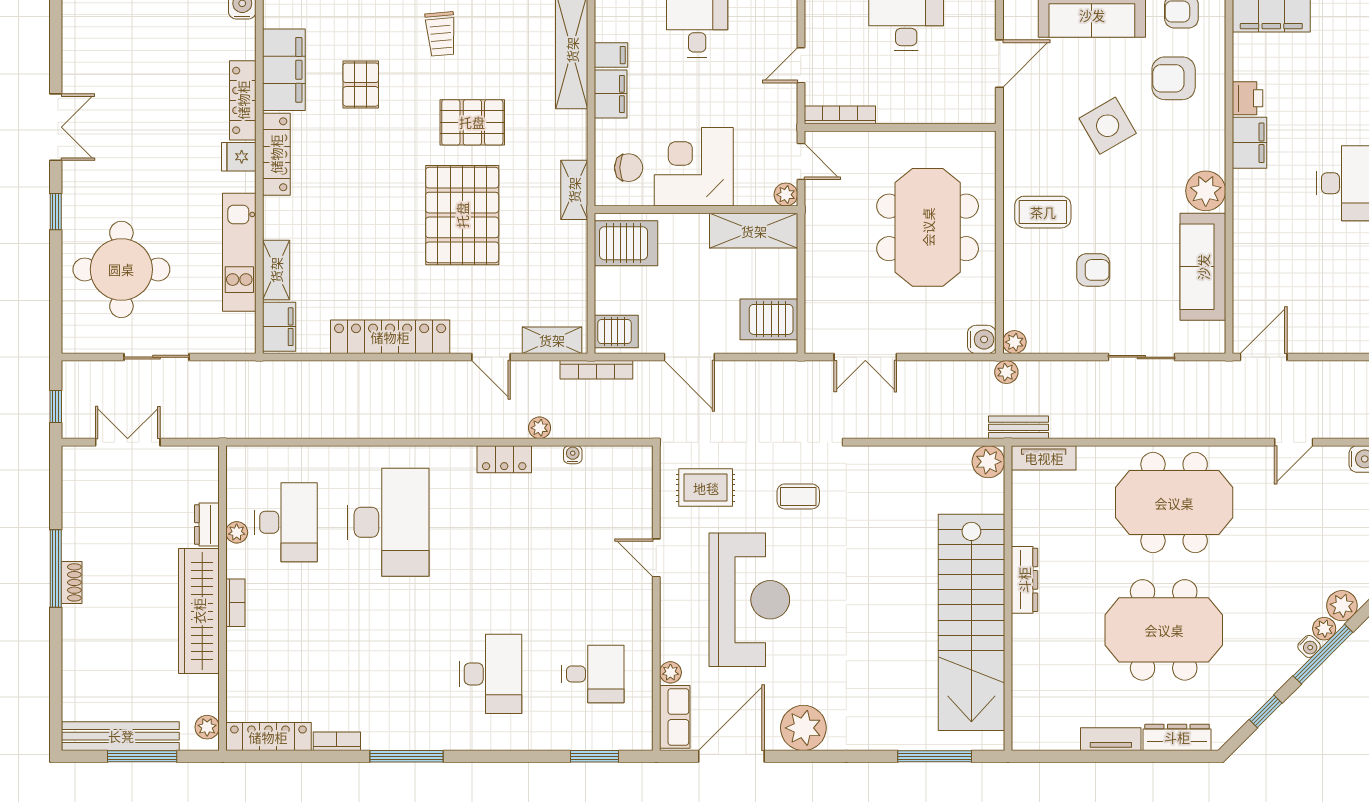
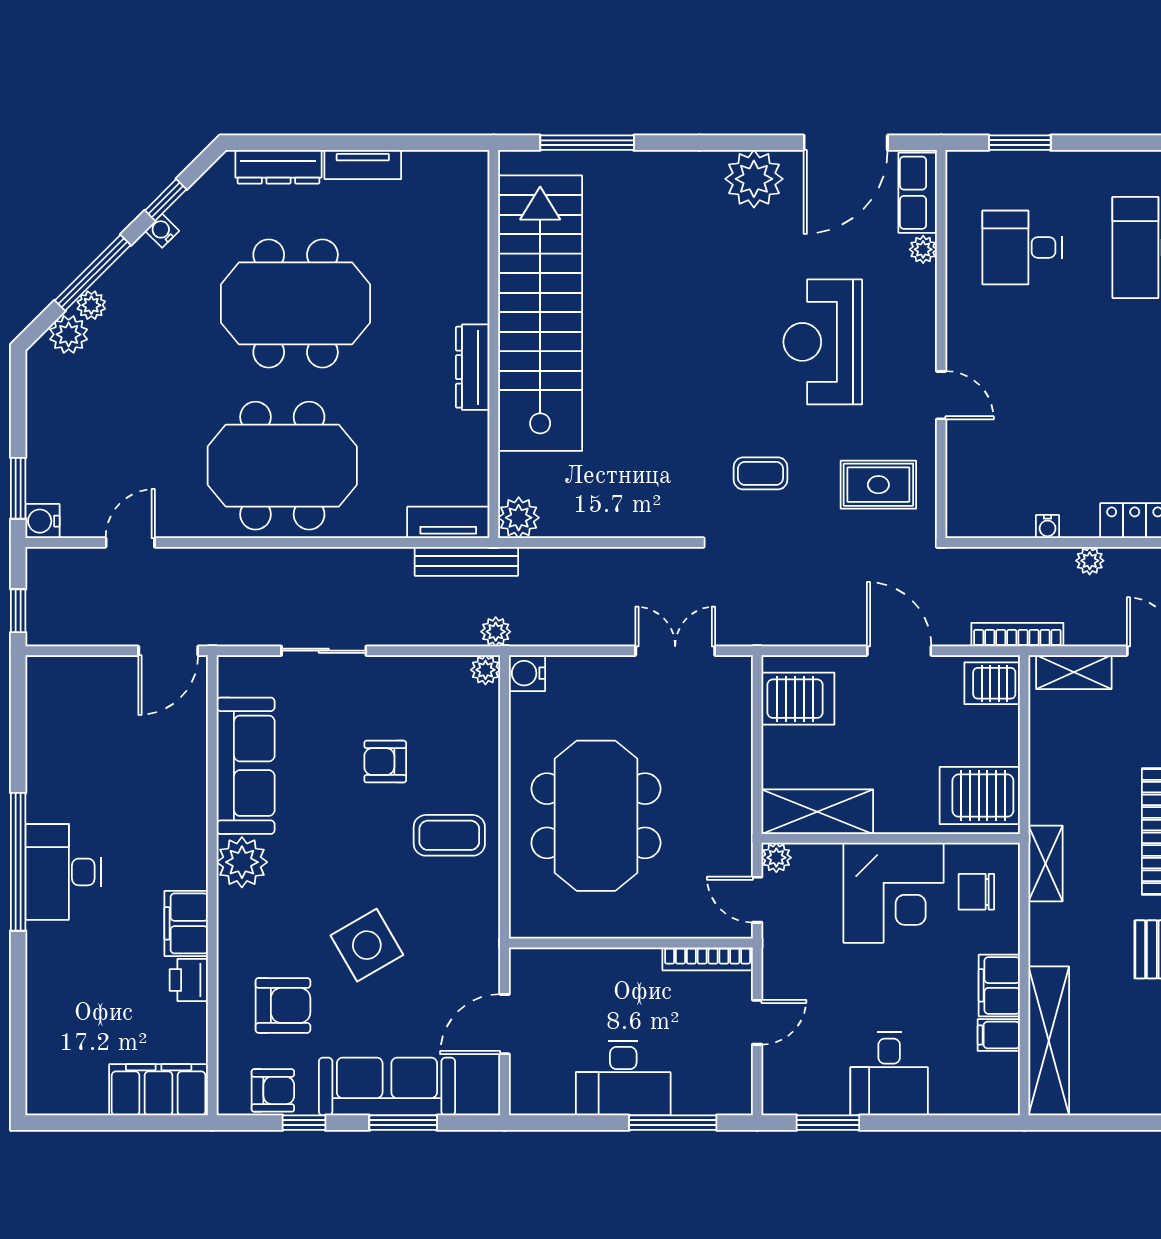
bench: (1019, 427) -> (466, 561), width x1.36
reception desk: (749, 600) -> (823, 342), width x0.74, depth x0.77
water cooler: (1309, 646) -> (162, 231), moved

